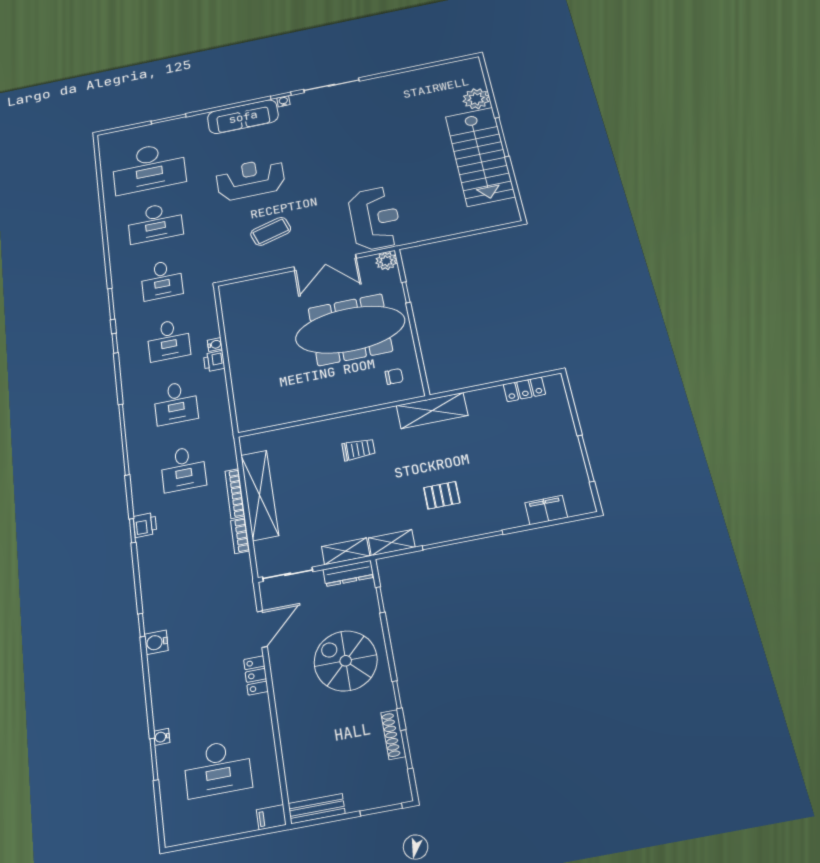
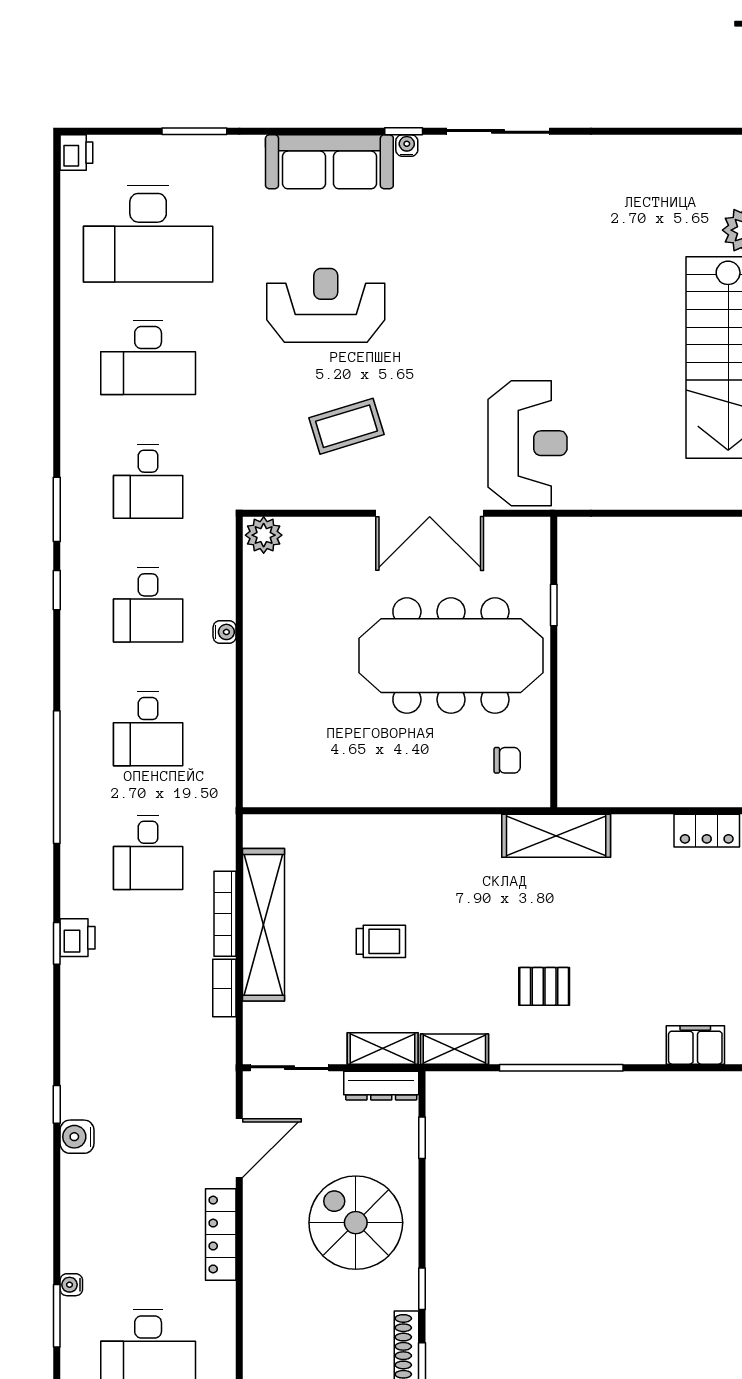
plant: (386, 261) -> (264, 535), moved
printer: (214, 361) -> (76, 153), moved, turned 180
trolley: (358, 449) -> (381, 941), moved
locker: (256, 675) -> (221, 1235), width x1.53

